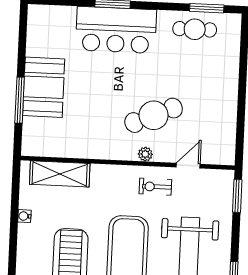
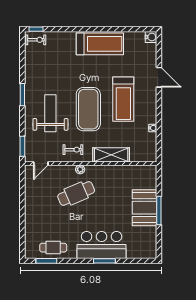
window: (20, 100) -> (159, 211), moved
door: (188, 166) -> (41, 164), moved
shelving: (60, 174) -> (111, 155), moved

